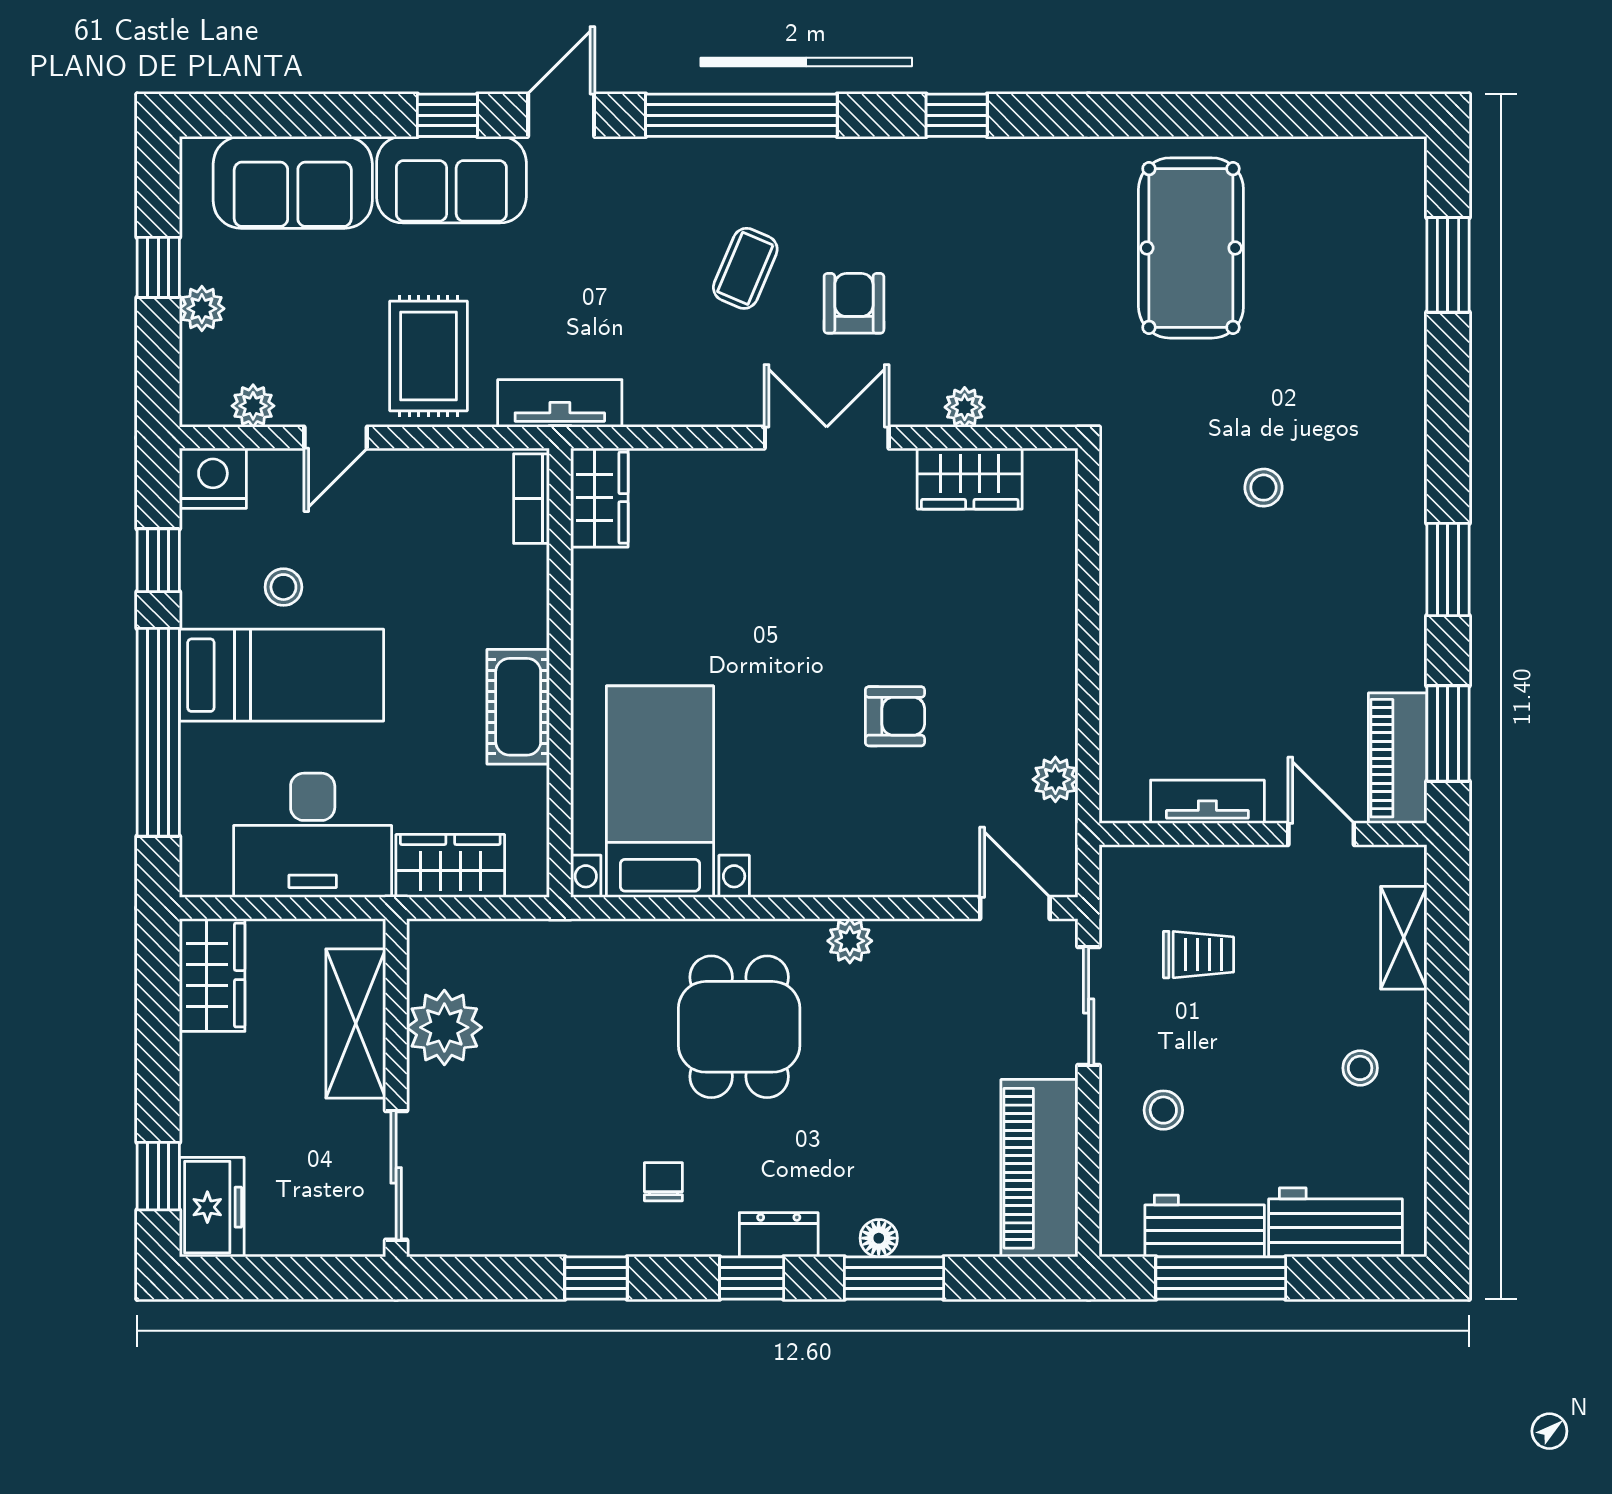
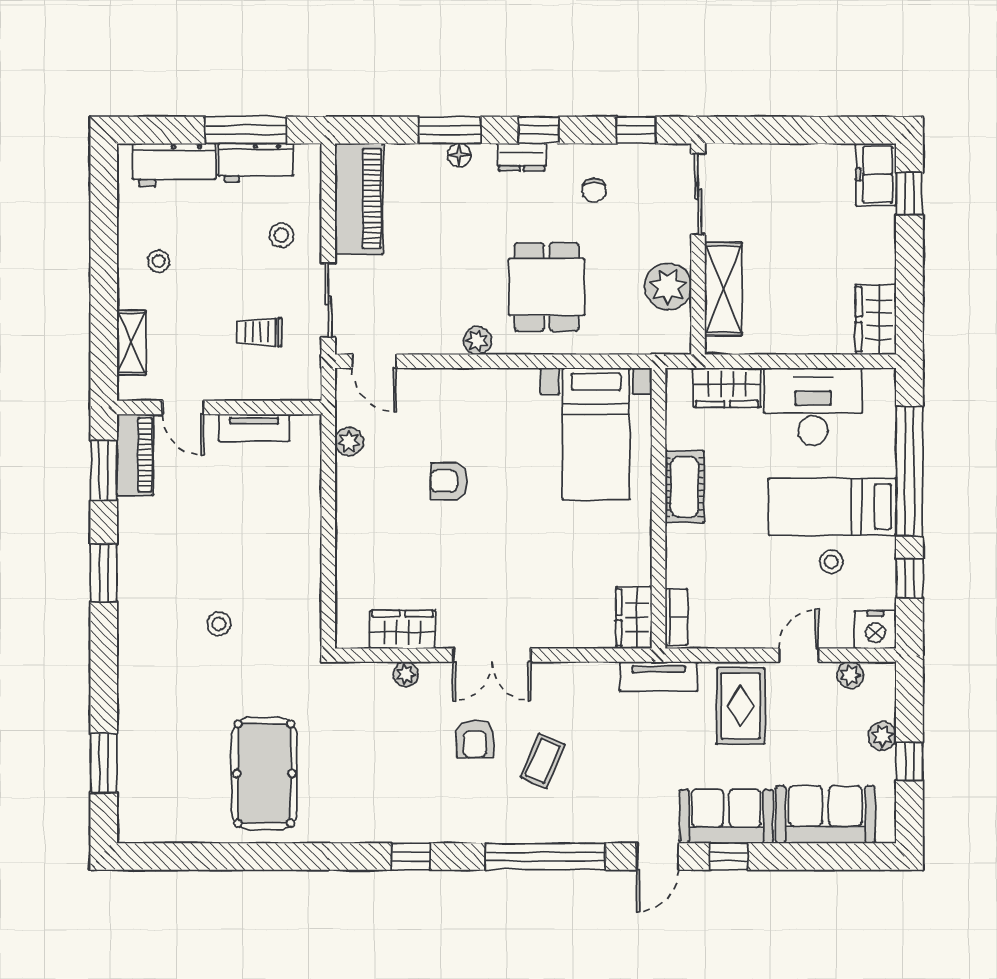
shelving: (356, 1023) -> (723, 289), moved
plant: (444, 1027) -> (668, 287), moved
wall: (396, 1088) -> (698, 249), moved
sliding door: (396, 1175) -> (698, 194), moved

